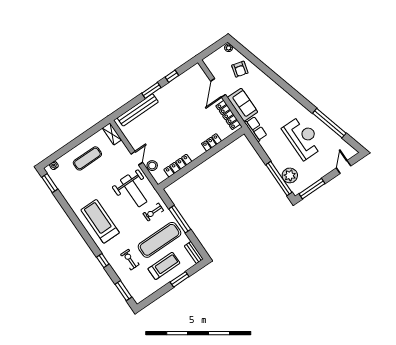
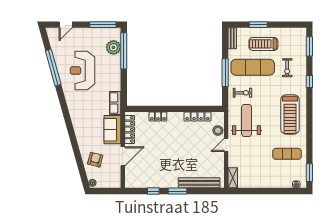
exercise mat: (87, 158) -> (287, 154), moved

